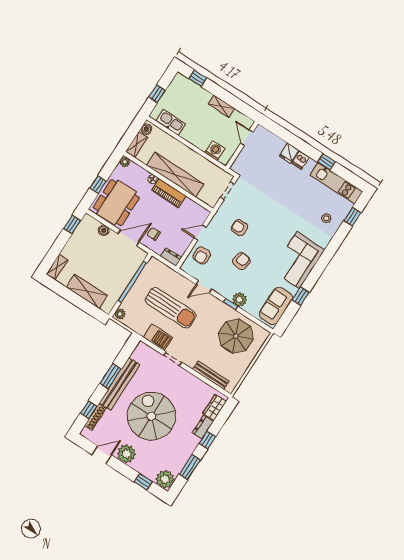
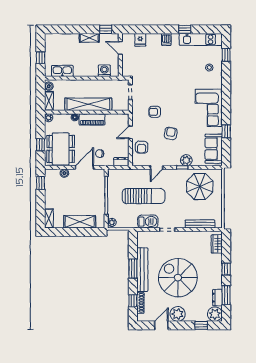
window: (198, 78) -> (106, 29), moved
fridge: (289, 153) -> (140, 40), moved
dresser: (203, 427) -> (217, 298), moved

